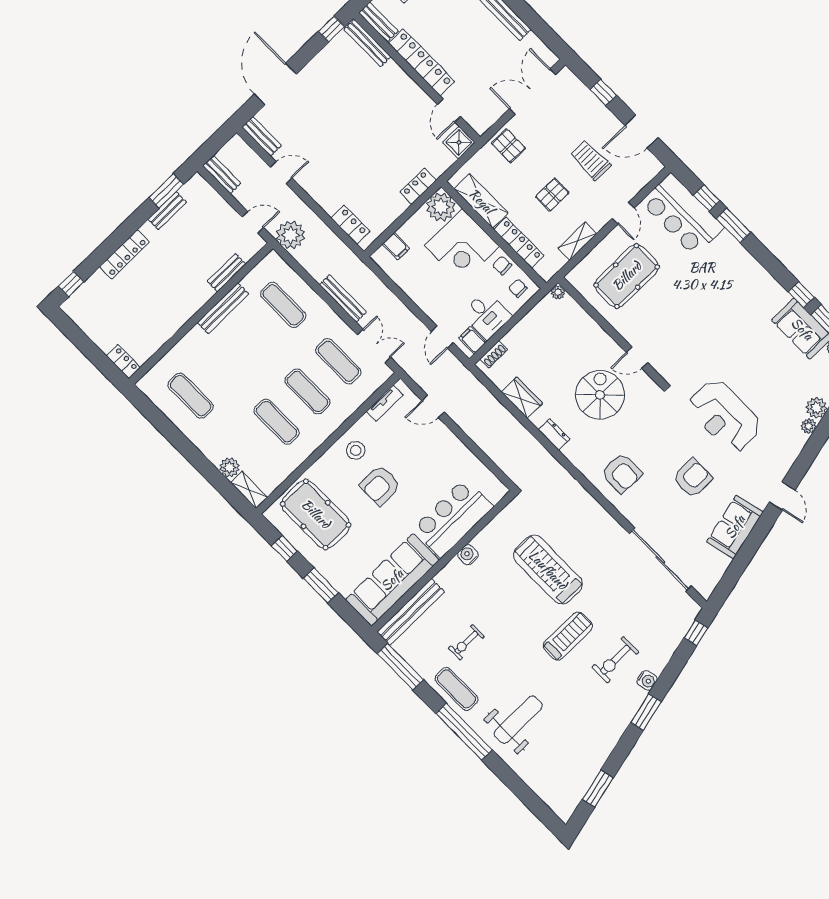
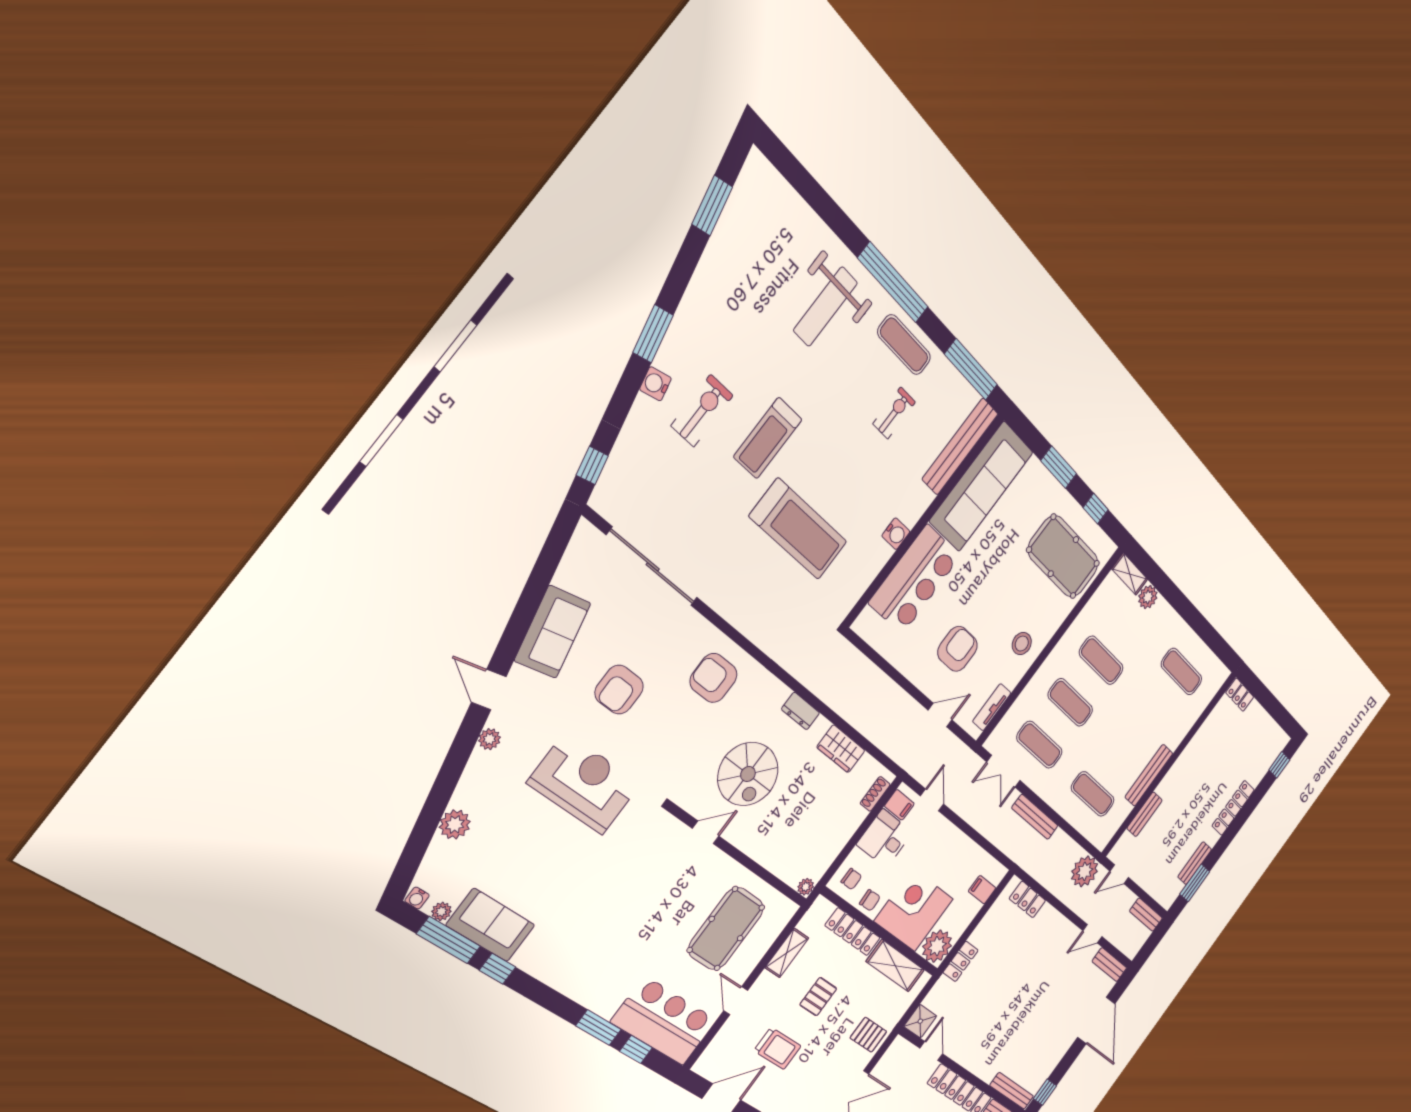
plant: (809, 426) -> (489, 739), moved
armchair: (380, 485) -> (958, 649), moved

